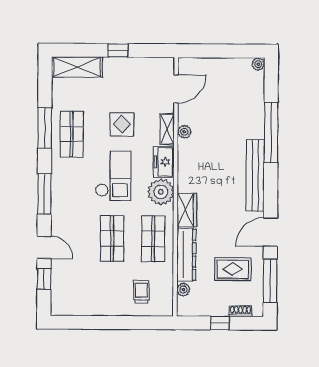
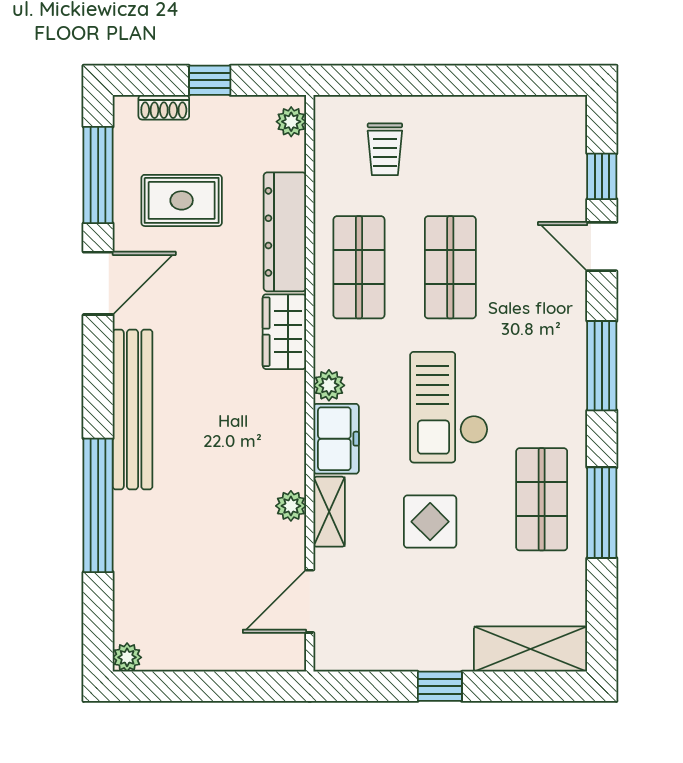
plant: (161, 192) -> (329, 385), width x0.53, depth x0.53
plant: (183, 290) -> (291, 122), moved

